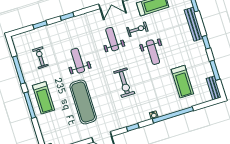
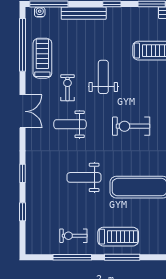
weight bench: (153, 52) -> (103, 77), turned -90
exercise bike: (40, 58) -> (73, 236), moved
exercise bike: (124, 83) -> (131, 126), turned 180

